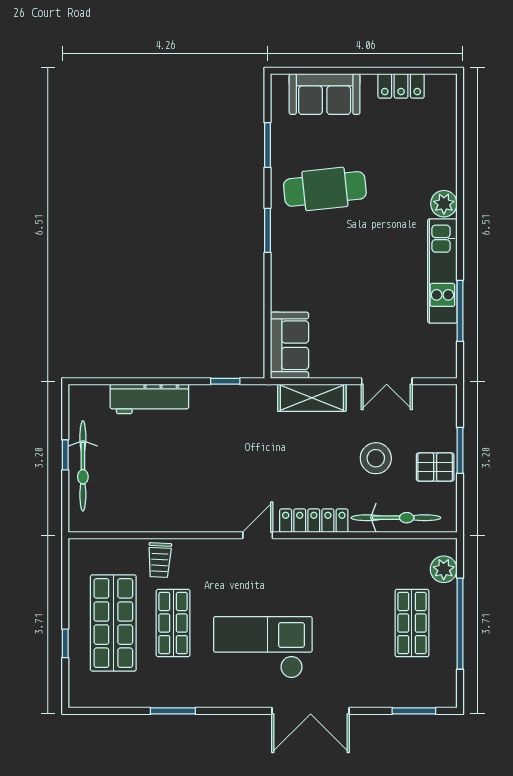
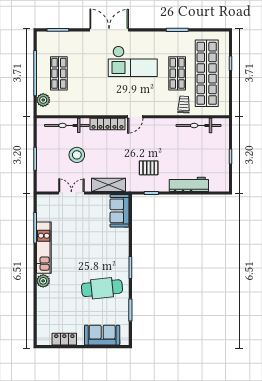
bicycle: (83, 466) -> (199, 126), moved, turned -90
pallet: (435, 467) -> (149, 168), moved
shop shelf: (113, 623) -> (207, 73), width x1.40

